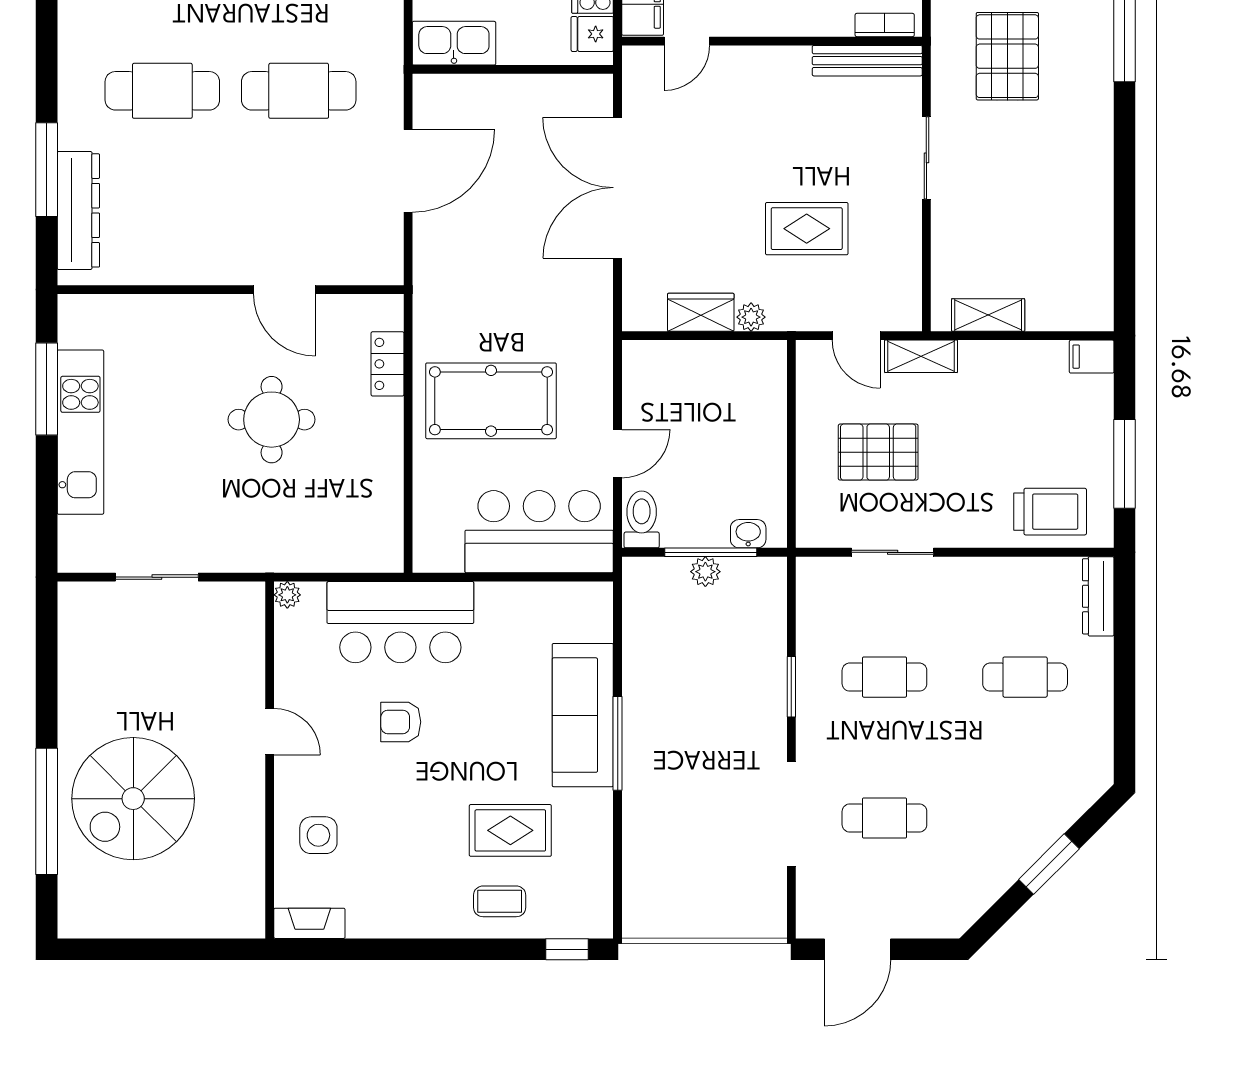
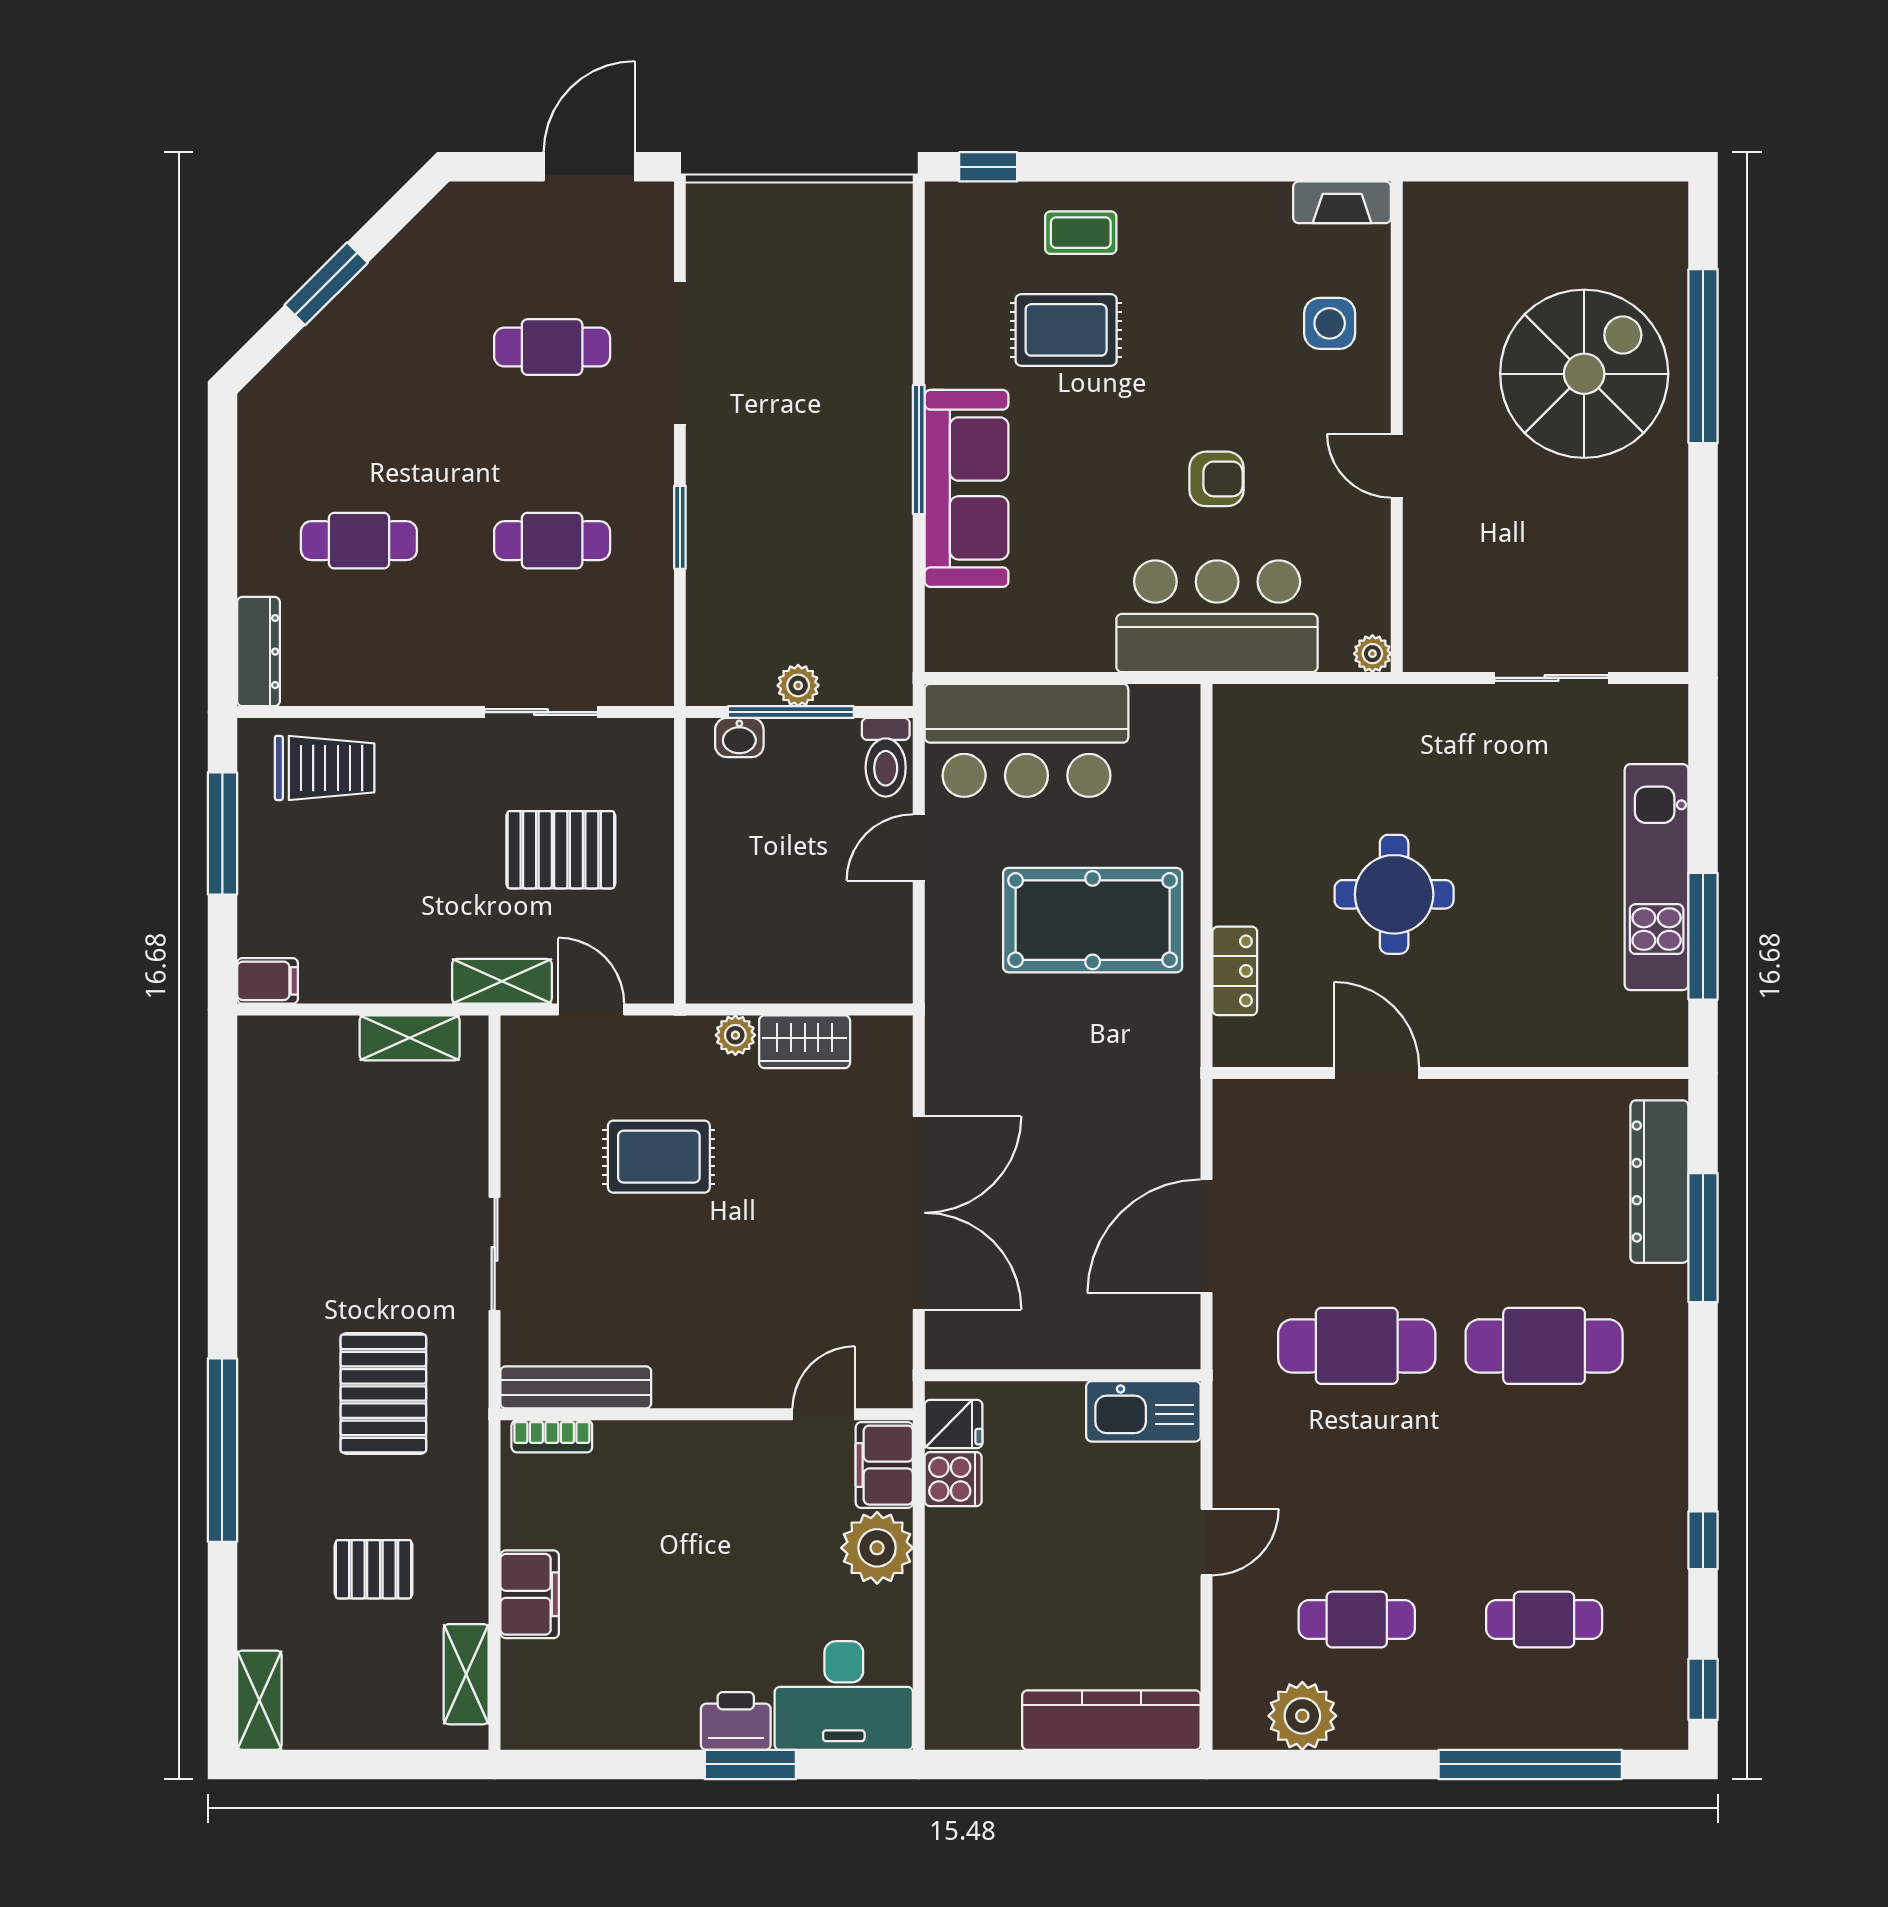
trolley: (1050, 512) -> (325, 768), turned 180

